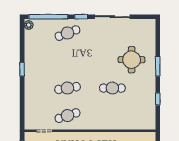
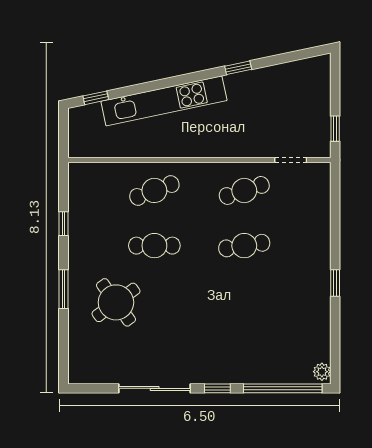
cafe table: (67, 33) -> (154, 190), moved
round table: (132, 60) -> (116, 302), turned -36

